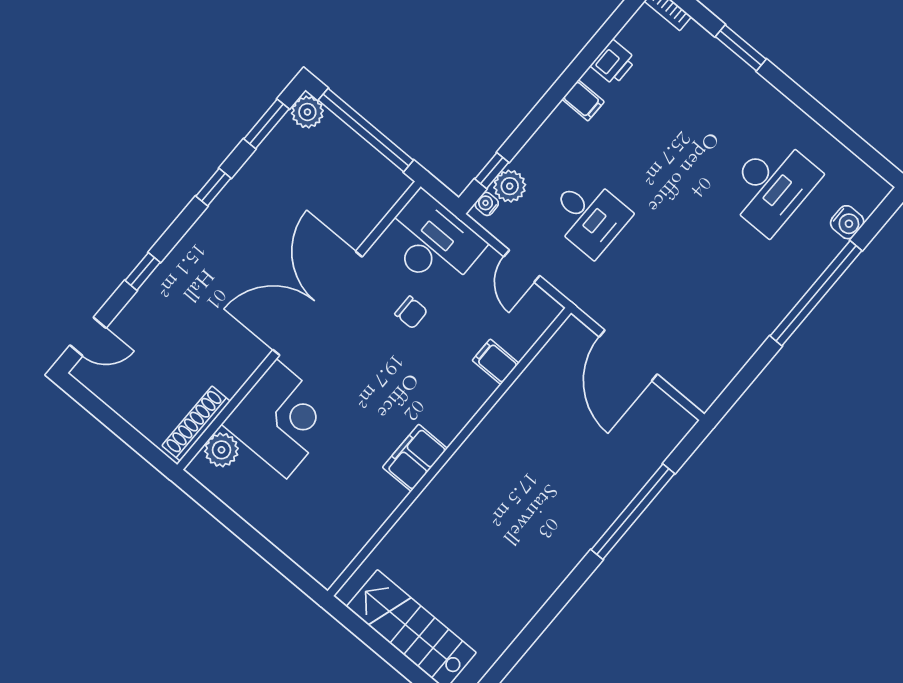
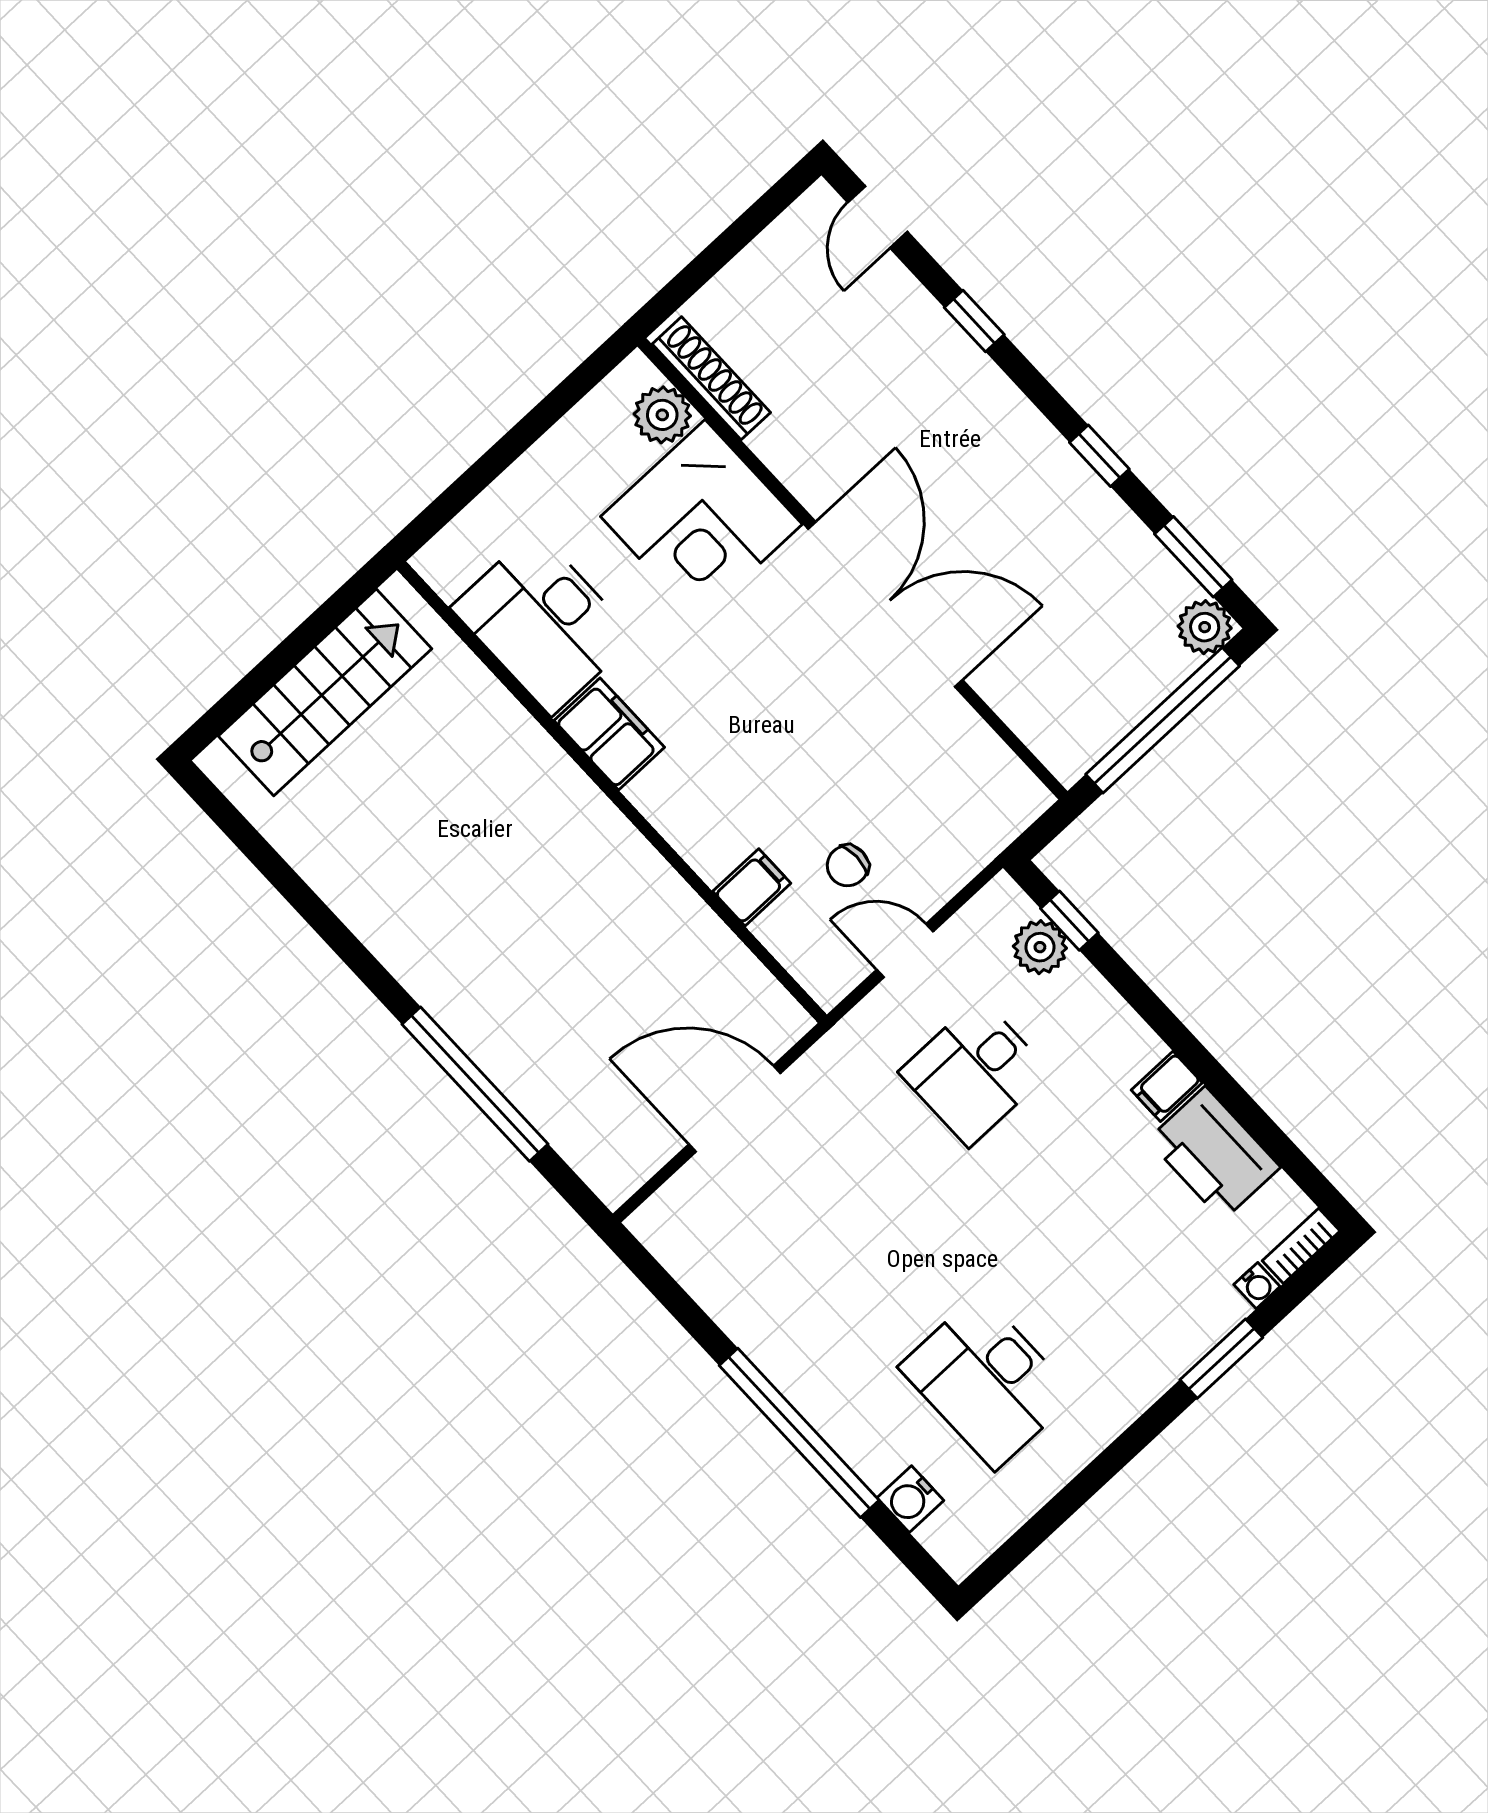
printer: (613, 63) -> (1214, 1153), width x1.87, depth x1.48
water cooler: (487, 204) -> (1257, 1286), moved, turned 90
desk: (432, 242) -> (543, 623), moved, turned 90
chair: (411, 312) -> (848, 866), moved

